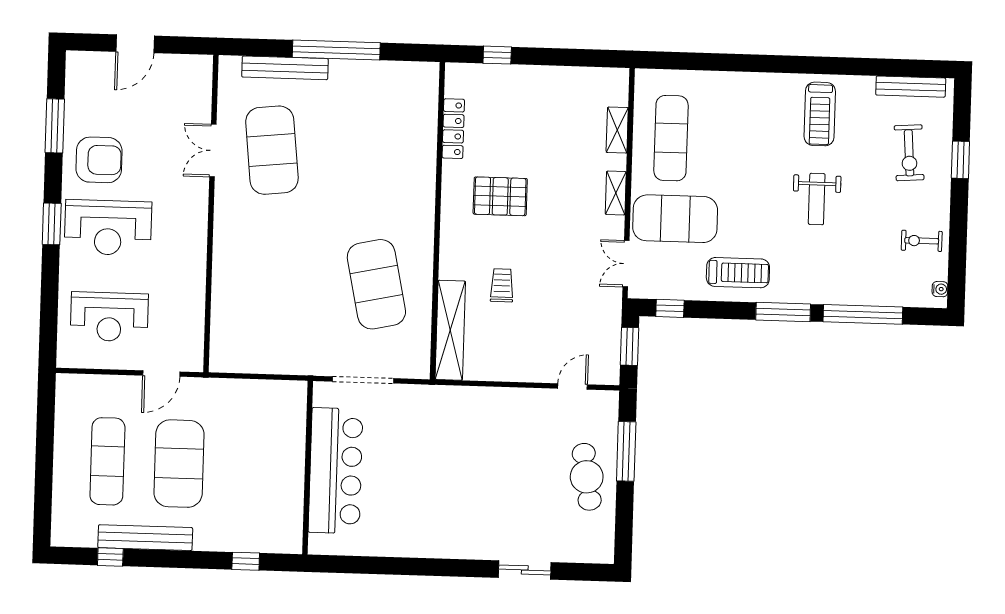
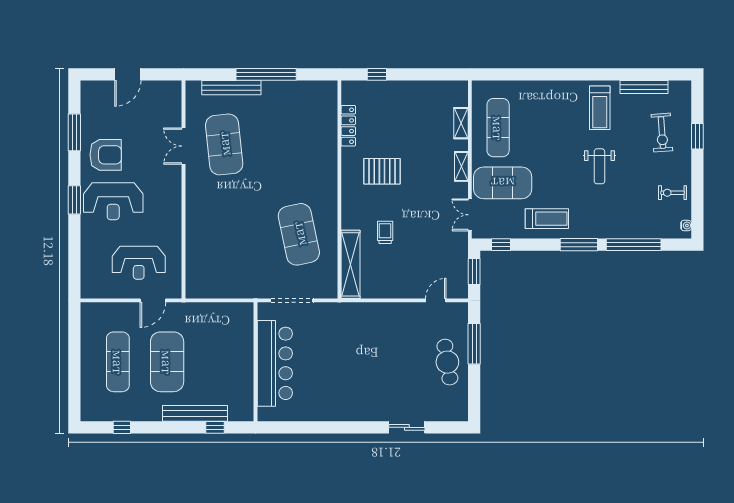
bench: (911, 87) -> (644, 87), moved
reception desk: (109, 317) -> (139, 263), moved
bench: (145, 538) -> (195, 413), moved

